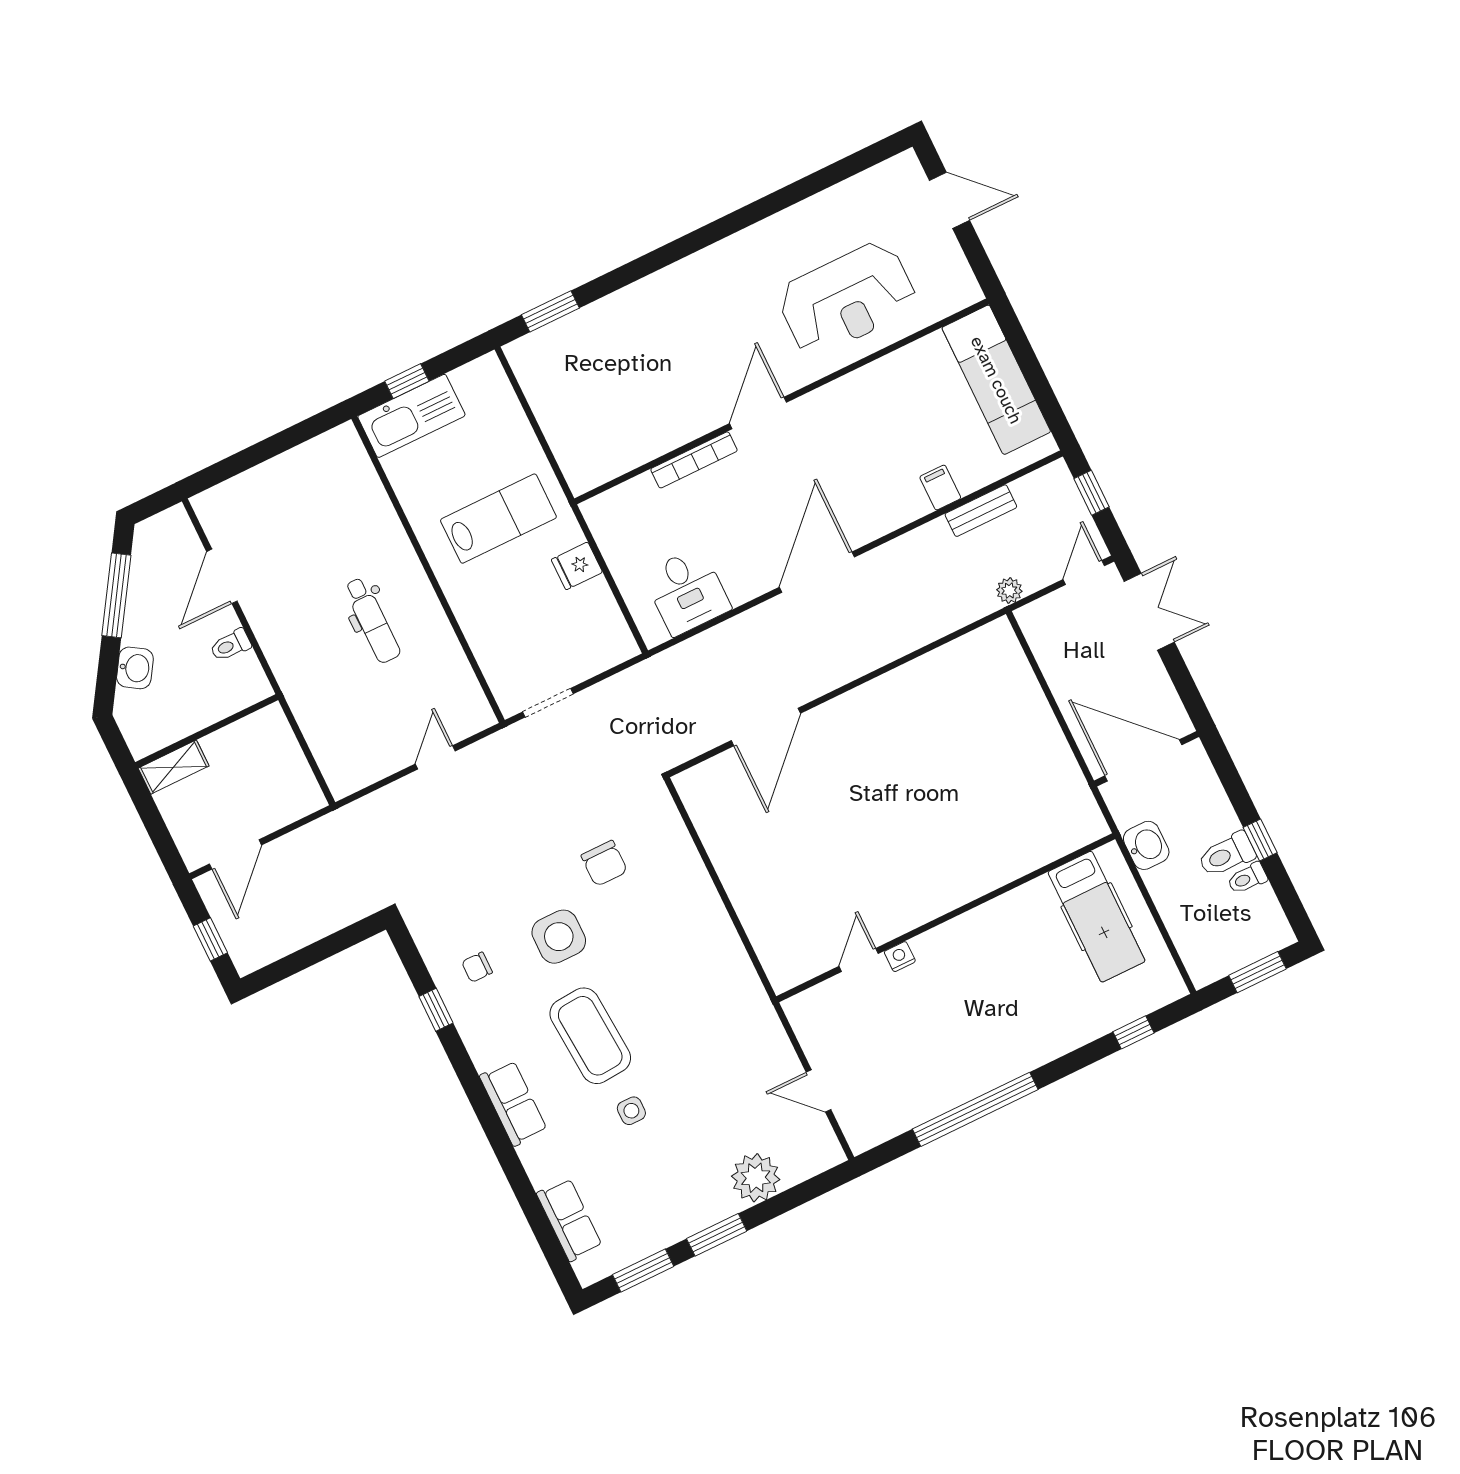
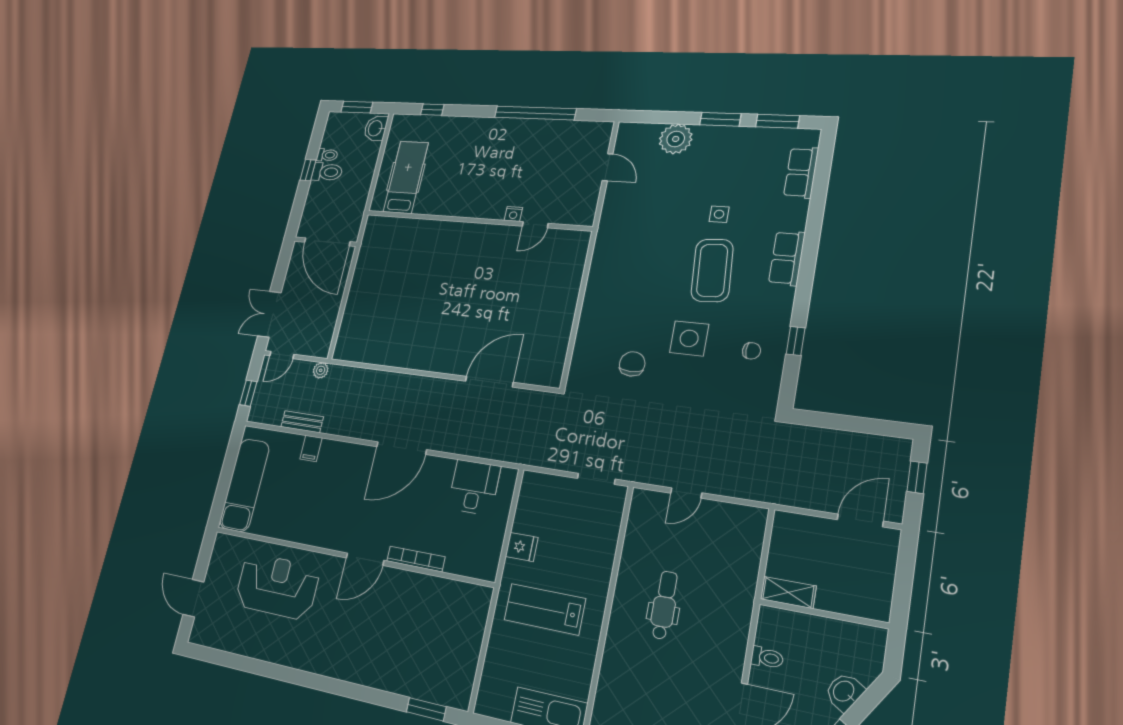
shelving: (174, 767) -> (788, 593), moved
washbasin: (1146, 845) -> (376, 128), moved

